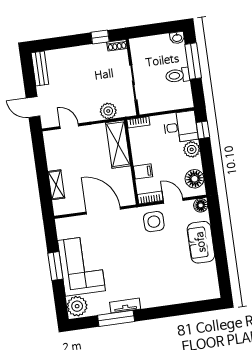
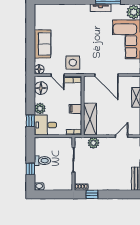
window: (193, 61) -> (30, 169), width x0.46
door: (69, 126) -> (122, 136), swing flipped
filing cabinet: (143, 171) -> (75, 109), moved

